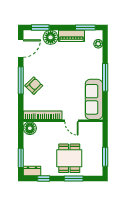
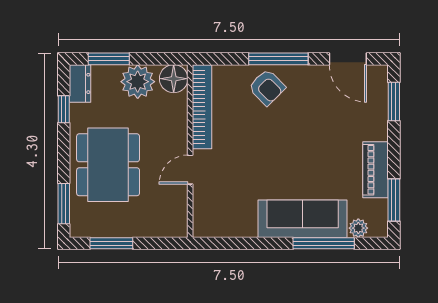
floor lamp: (51, 37) -> (372, 124), removed
window: (105, 77) -> (324, 243), moved
sofa: (94, 99) -> (303, 219), moved
plant: (31, 145) -> (138, 82), added
dining table: (69, 158) -> (108, 165), width x1.37
window: (74, 179) -> (64, 204), moved

